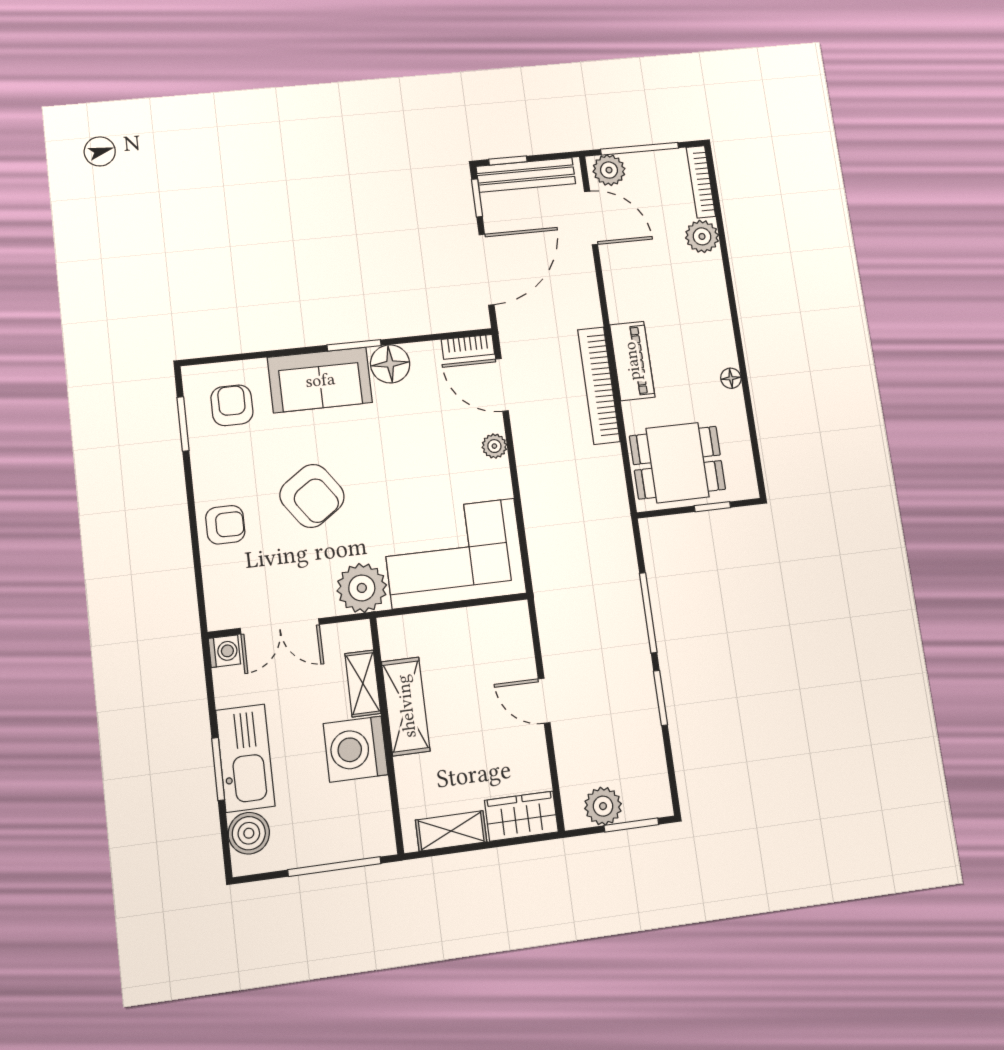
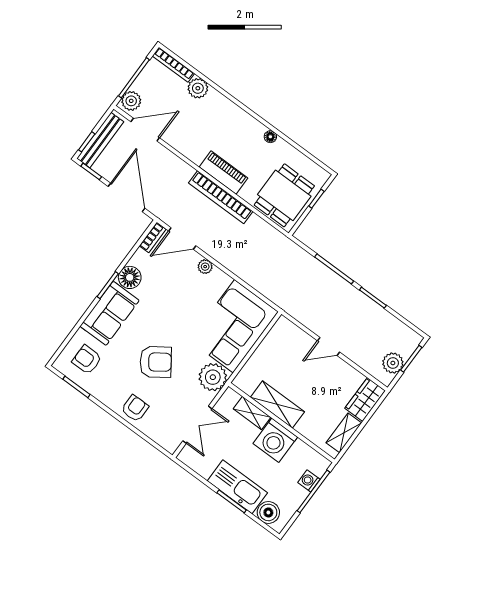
washing machine: (224, 651) -> (309, 481), moved, turned -90

